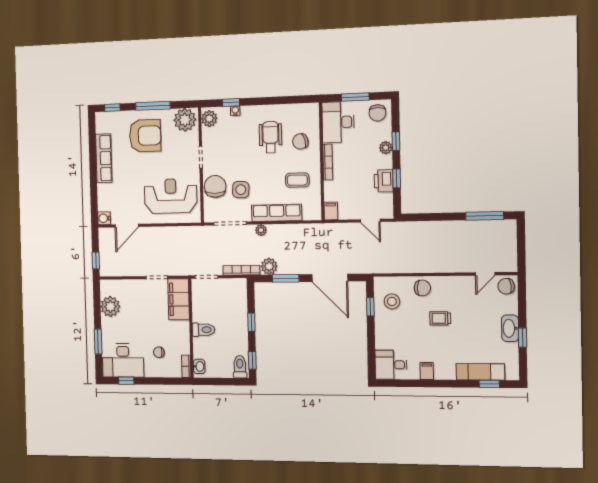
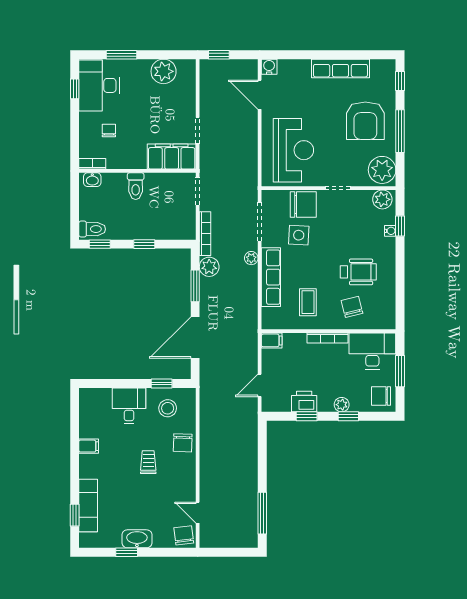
desk: (391, 365) -> (129, 406), moved

